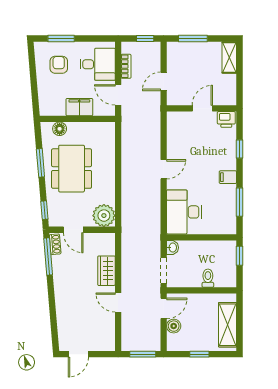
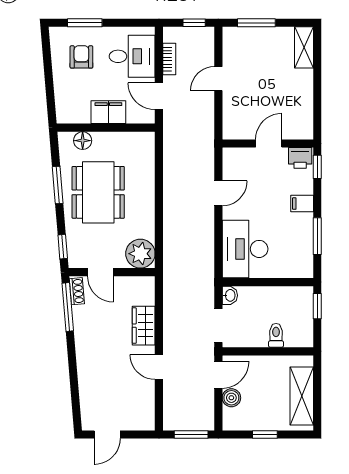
door: (202, 108) -> (269, 143), moved
wall: (202, 108) -> (268, 143), moved
printer: (226, 119) -> (300, 158), moved

